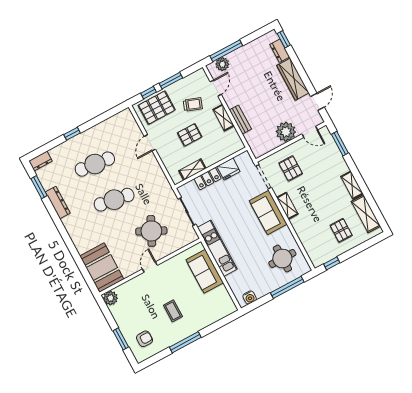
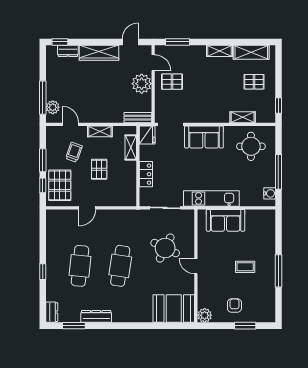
door: (317, 102) -> (130, 42), hinge flipped
bench: (240, 120) -> (138, 118), moved
door: (310, 132) -> (153, 63), hinge flipped
door: (150, 143) -> (87, 208), hinge flipped
pallet: (291, 168) -> (172, 82), moved
fridge: (228, 169) -> (147, 135), moved
shelving: (192, 170) -> (131, 148), moved
shelving: (287, 206) -> (243, 117), moved
window: (287, 287) -> (278, 172), moved
armchair: (145, 339) -> (234, 306), moved

